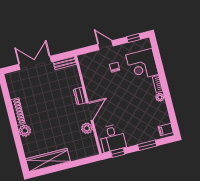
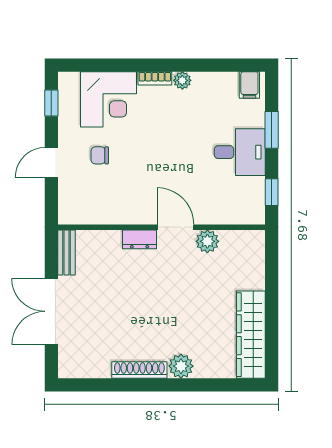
desk: (112, 138) -> (240, 152), moved

